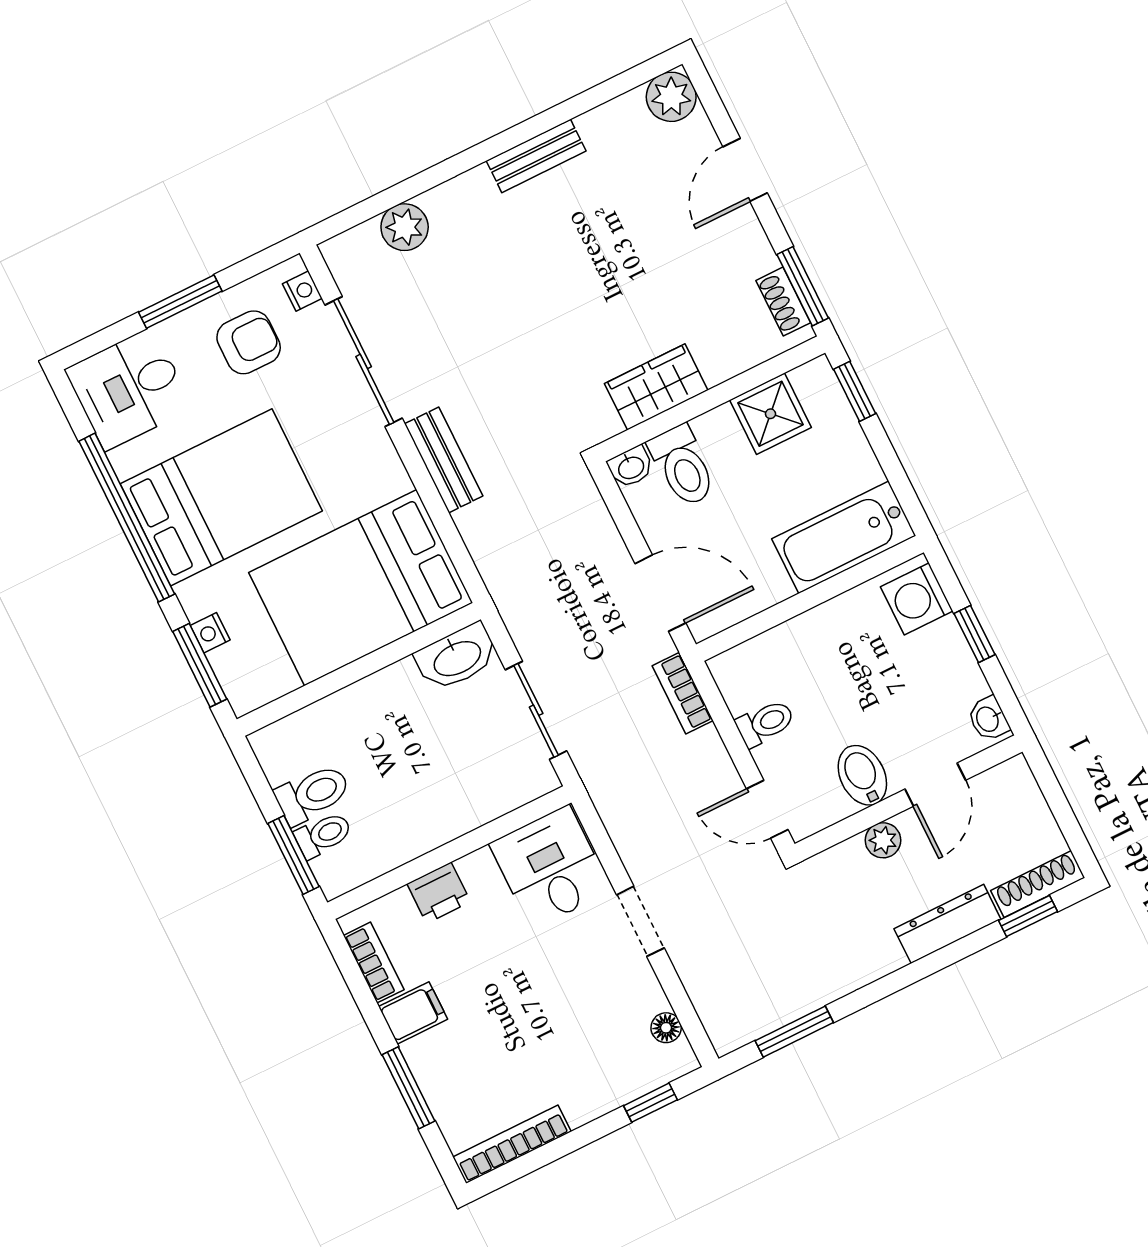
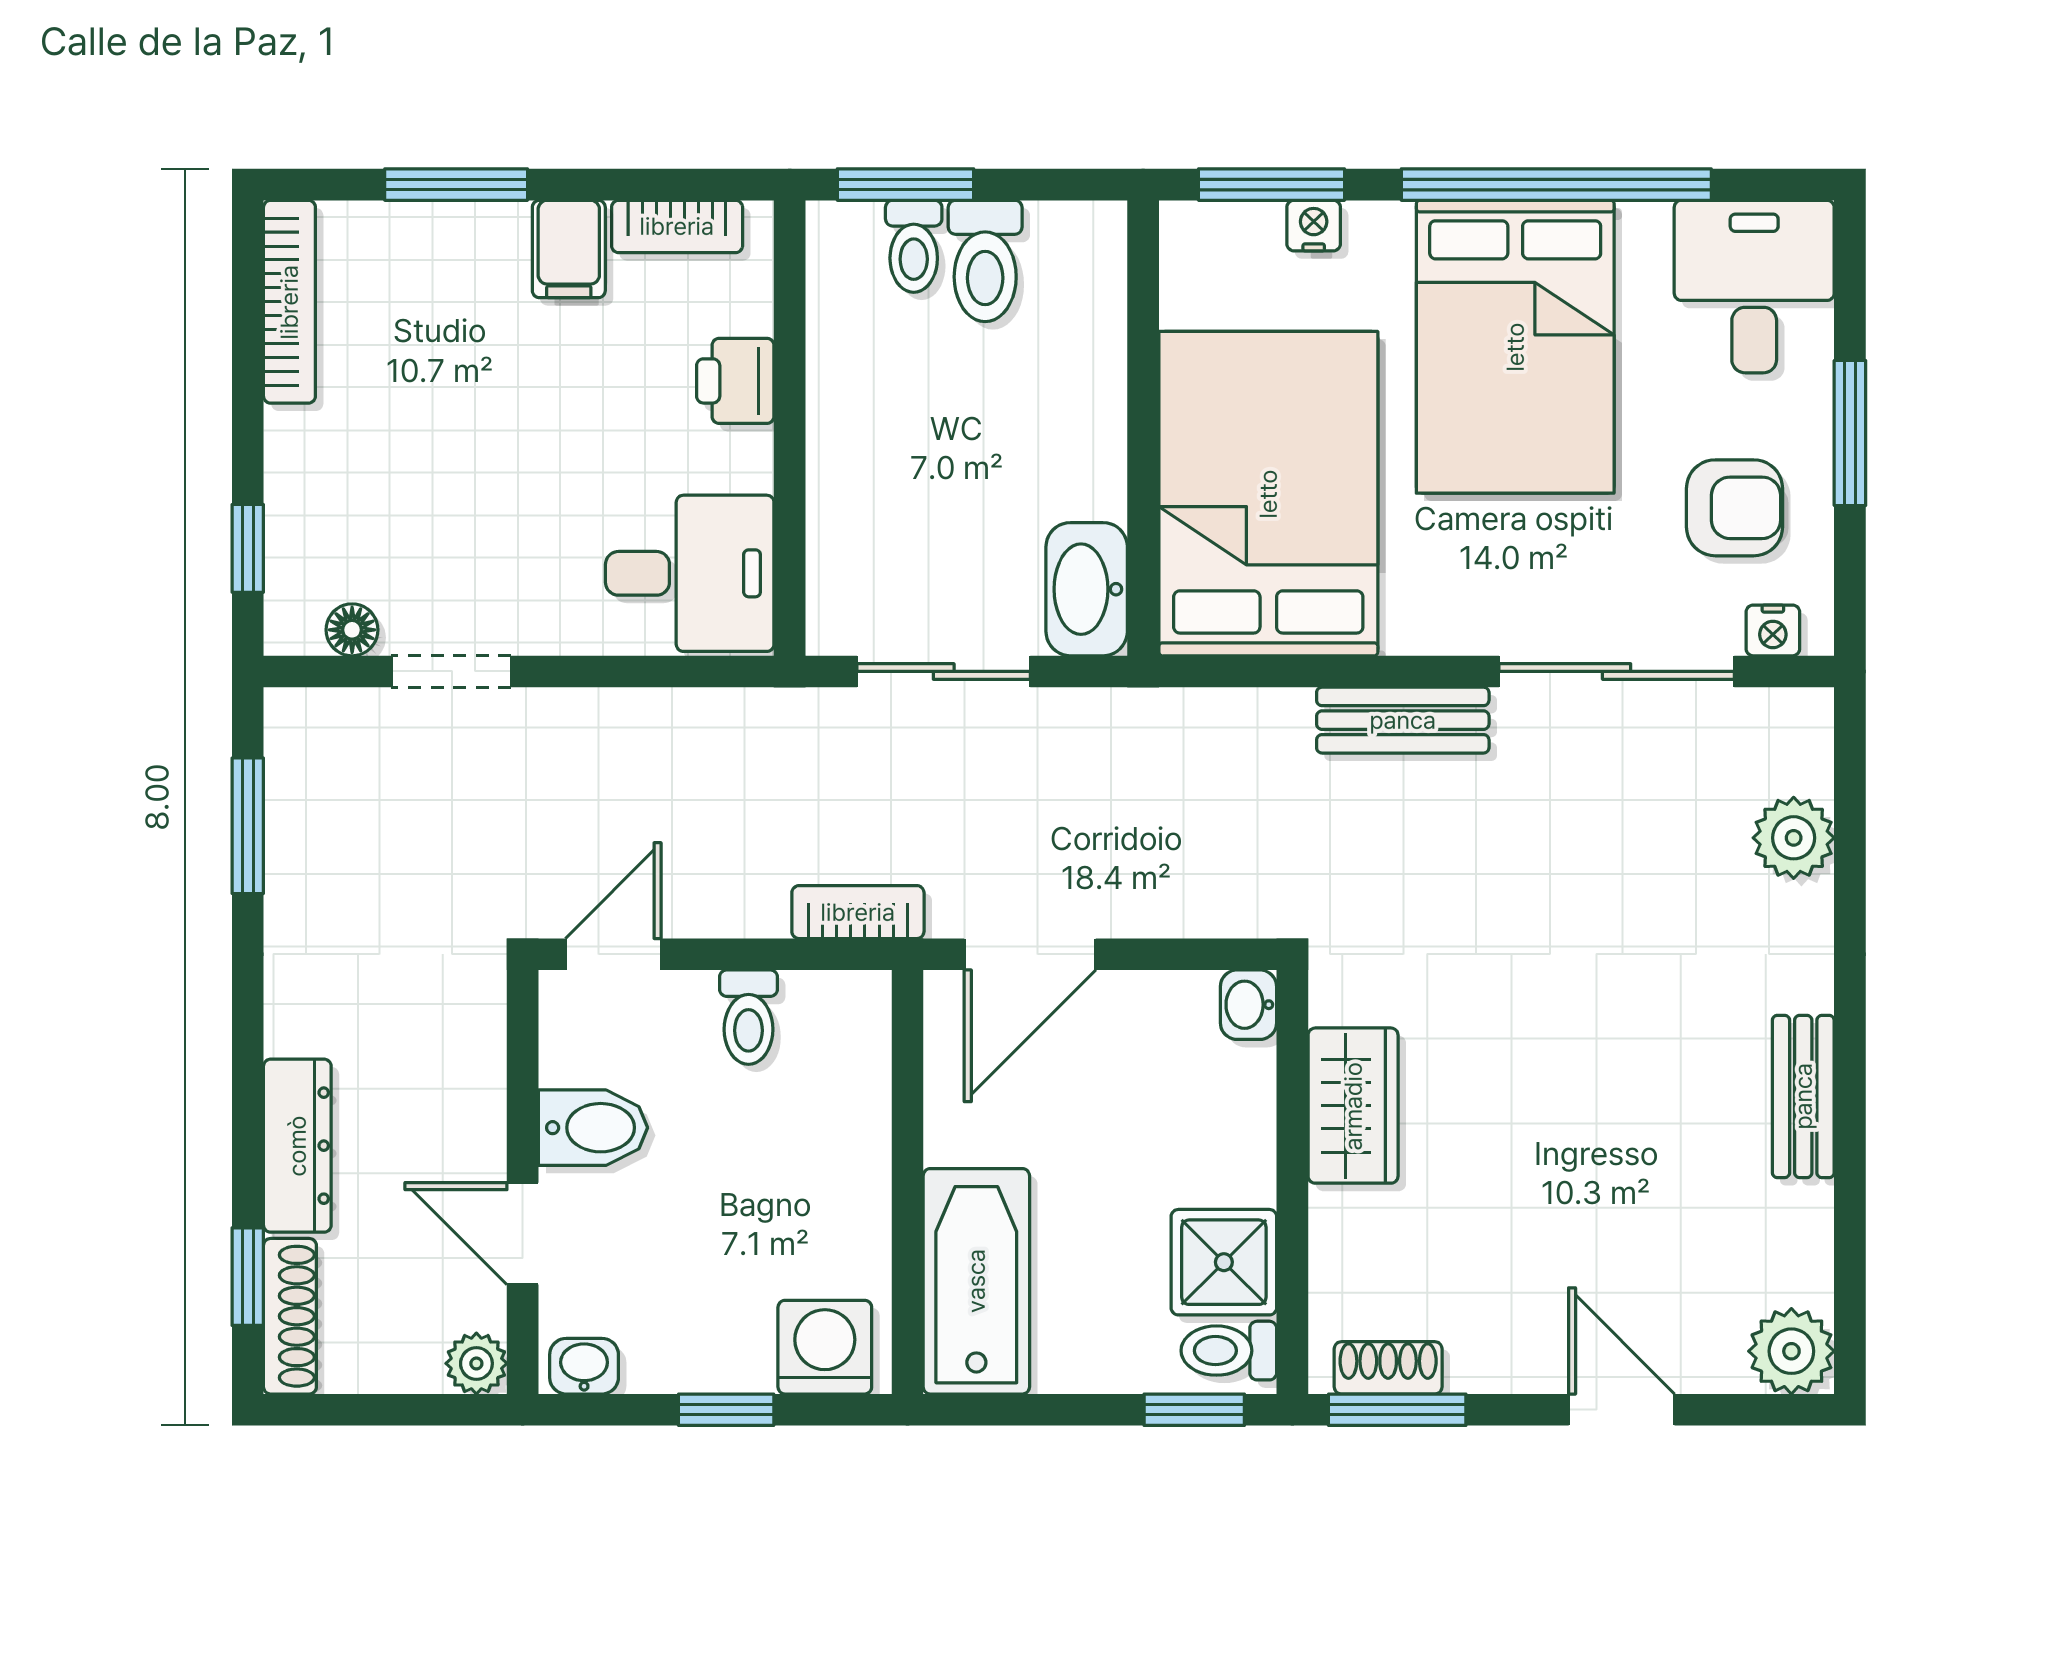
armchair: (249, 342) -> (1734, 508), turned -90
toilet: (683, 466) -> (1229, 1351), moved, width x0.73, depth x0.72
plant: (883, 840) -> (476, 1363), moved
doorway: (640, 921) -> (451, 671), moved

